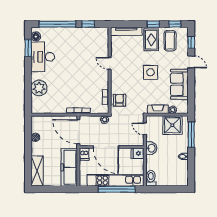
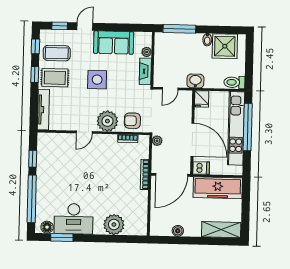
plant: (119, 81) -> (107, 121), added
shower: (172, 125) -> (225, 46), moved
door: (106, 147) -> (192, 140), hinge flipped

